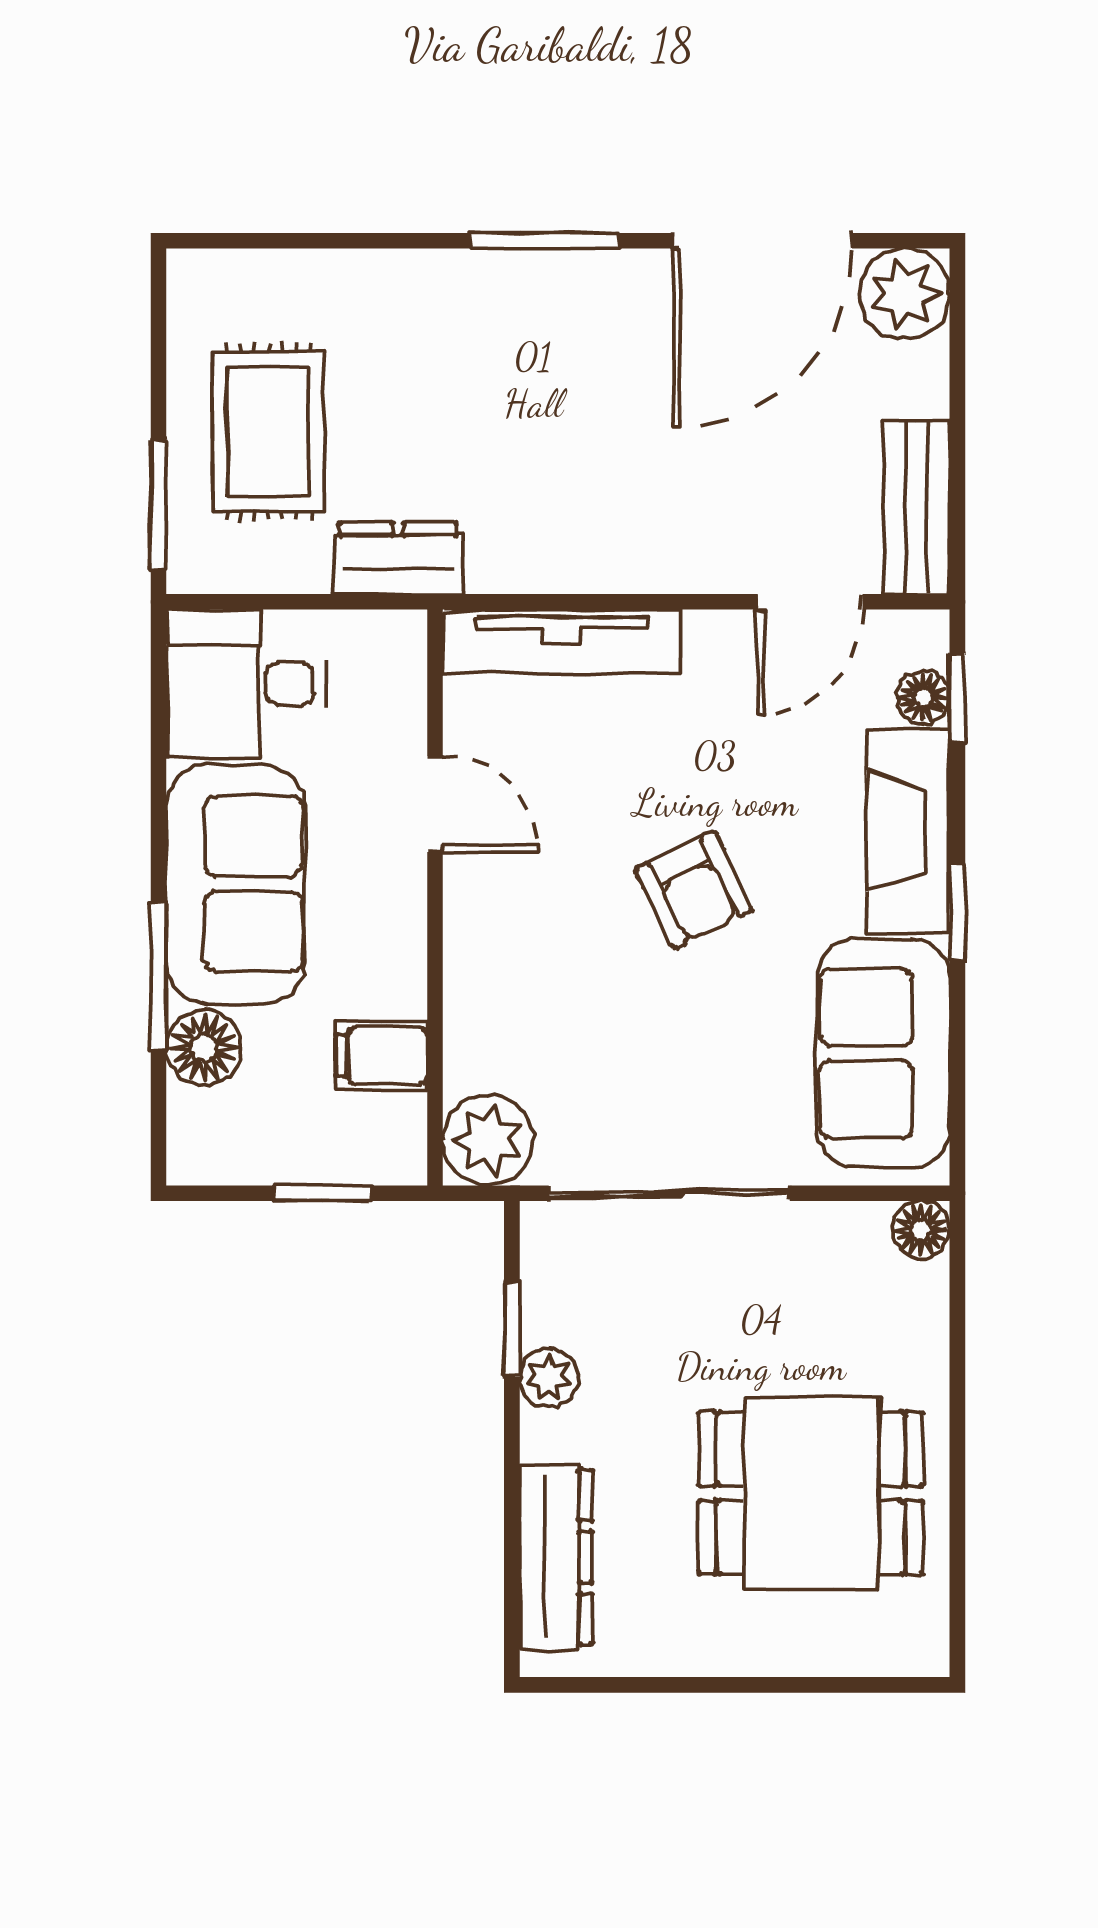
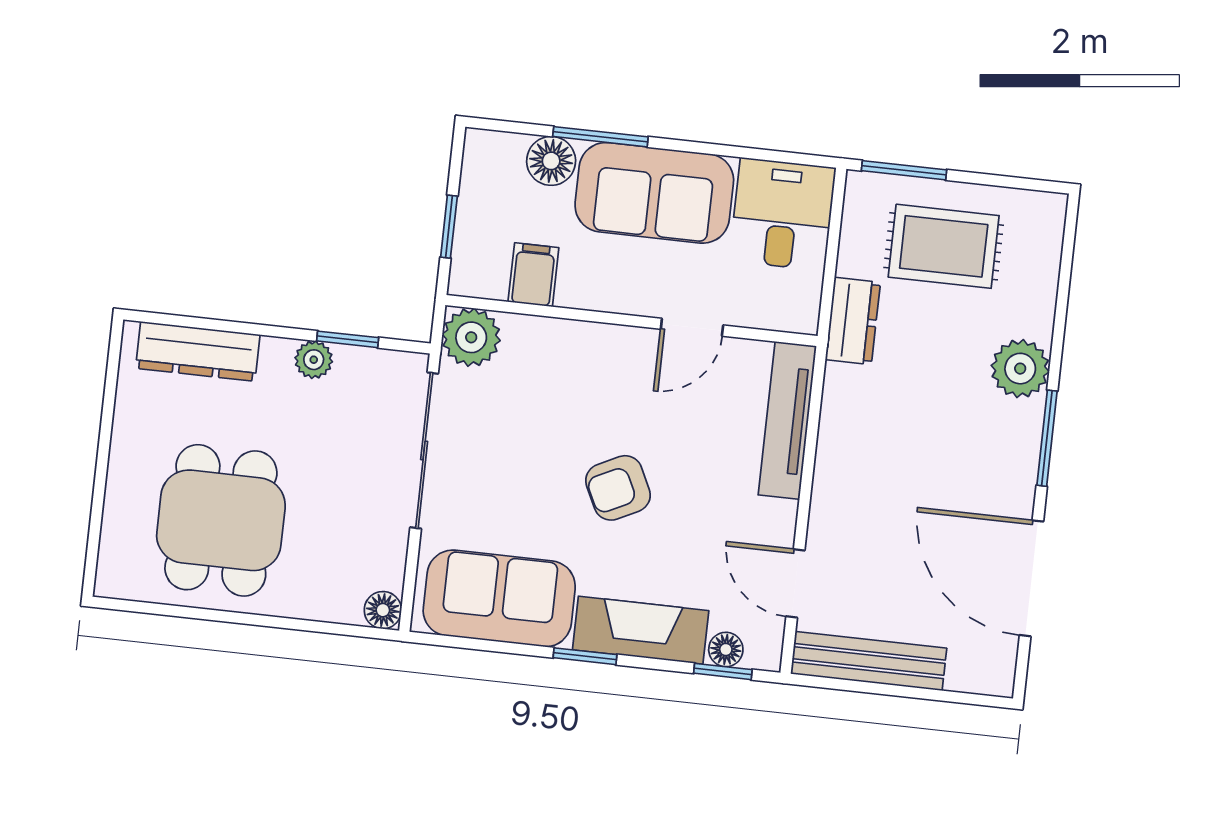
plant: (905, 294) -> (1020, 369), moved
bench: (917, 508) -> (869, 661), width x1.36

